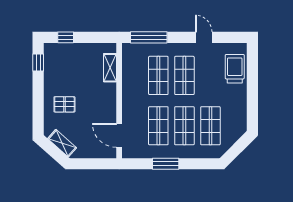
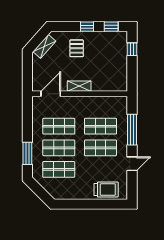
window: (149, 37) -> (132, 130), moved
shelving: (110, 68) -> (79, 86), moved
window: (38, 92) -> (87, 27), added
window: (166, 164) -> (27, 153), moved

